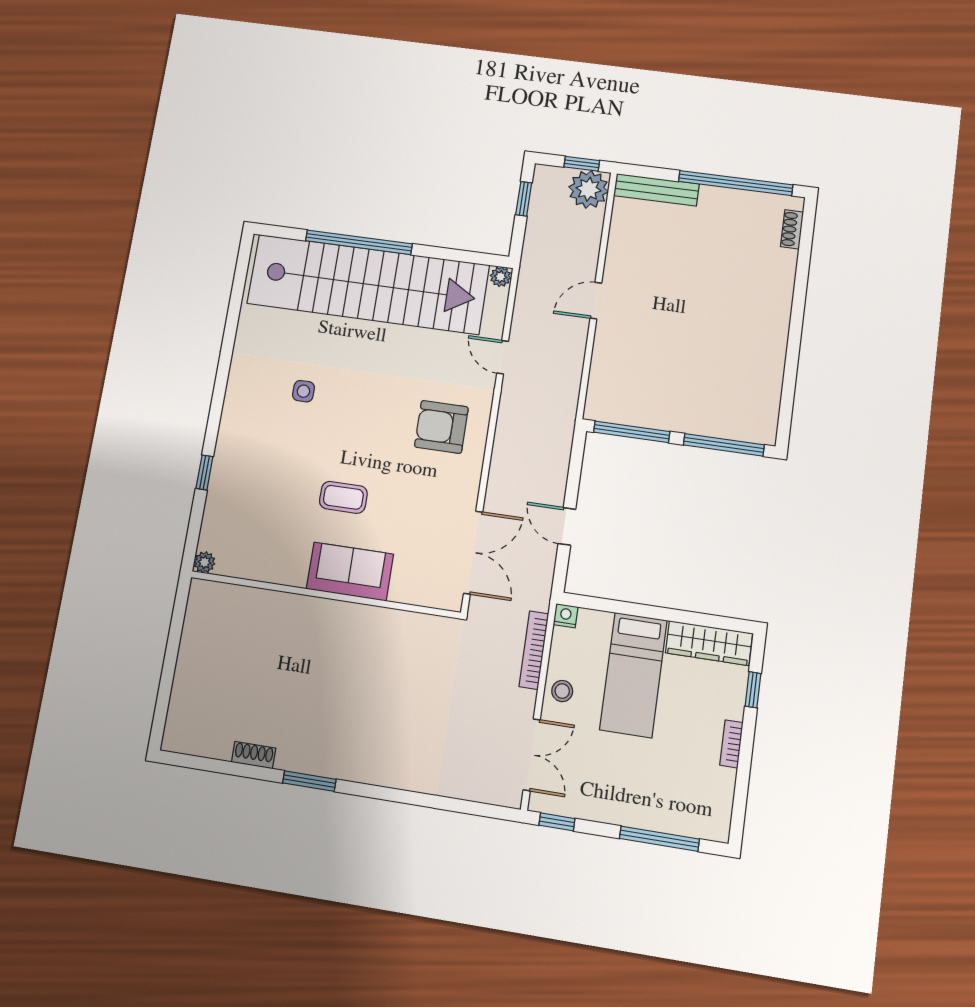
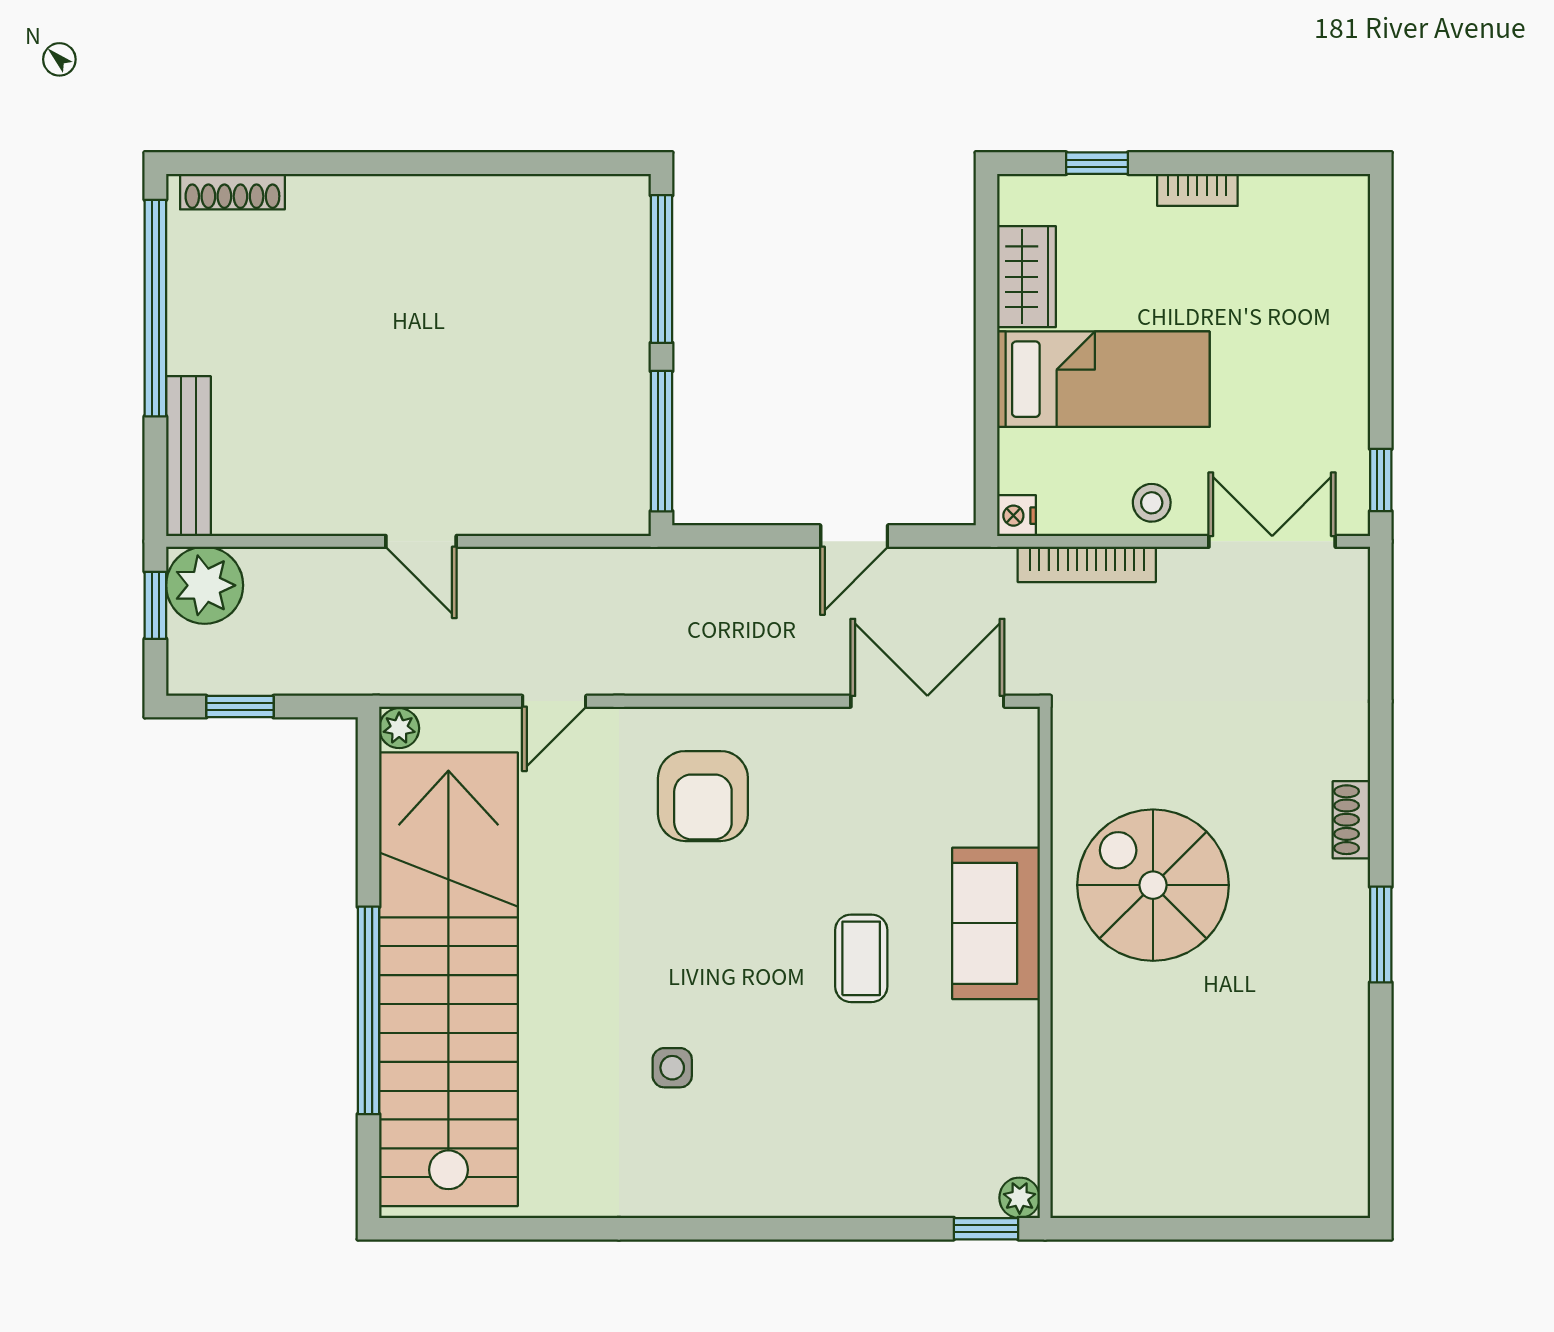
shoe rack: (792, 229) -> (232, 192), width x1.43
window: (204, 473) -> (986, 1229), moved
wardrobe: (709, 643) -> (1026, 277), width x0.67
spiral stairs: (356, 659) -> (1153, 885), added
shoe rack: (254, 755) -> (1351, 820), moved
window: (659, 839) -> (1381, 296), removed

